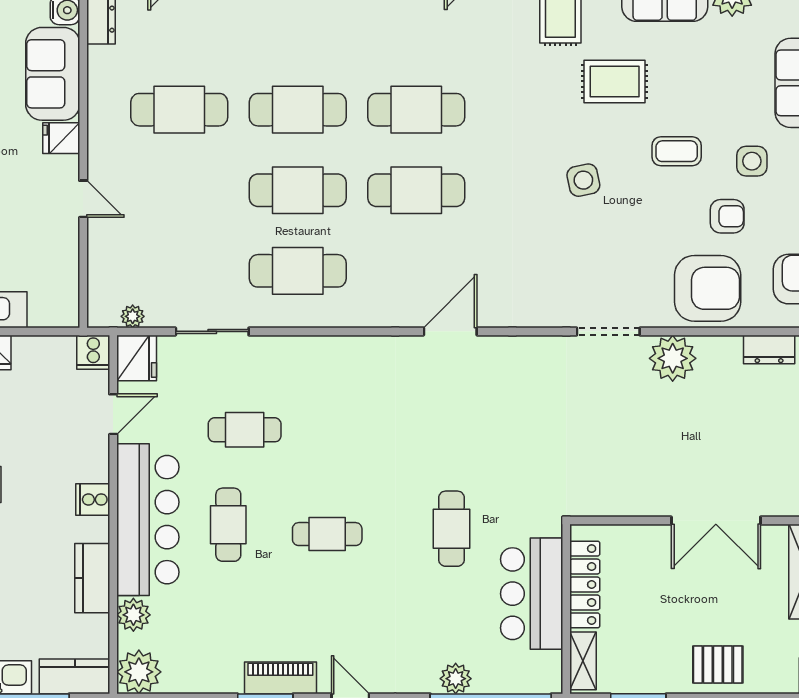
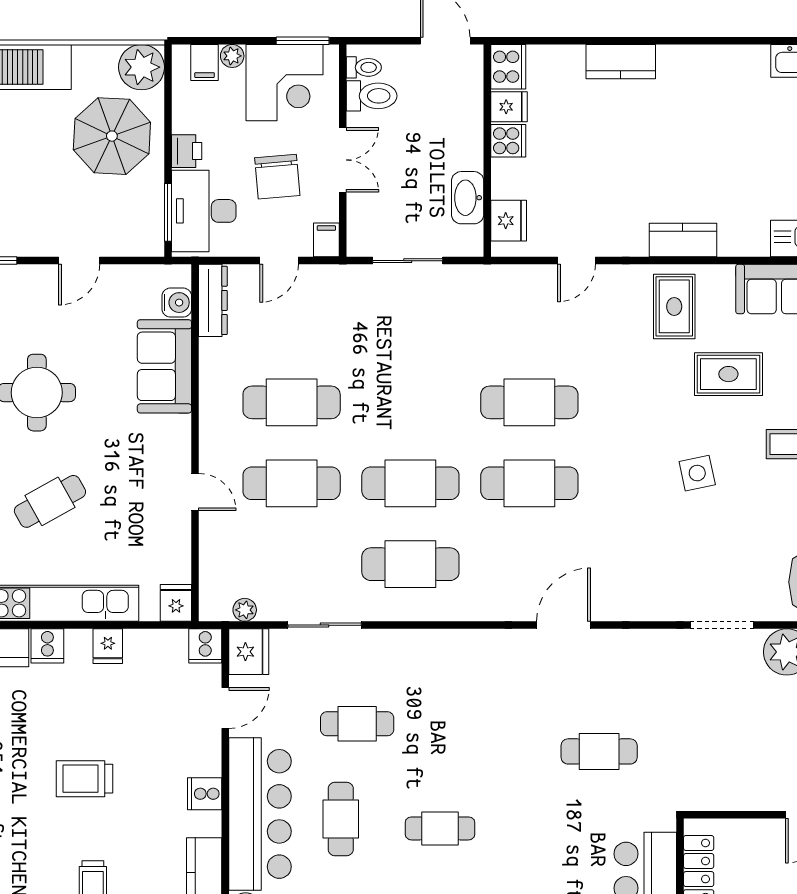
cafe table: (298, 110) -> (292, 483), moved
fridge: (61, 138) -> (176, 603), moved, turned 90
cafe table: (452, 529) -> (599, 751), moved, turned 90

